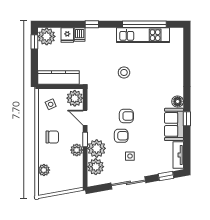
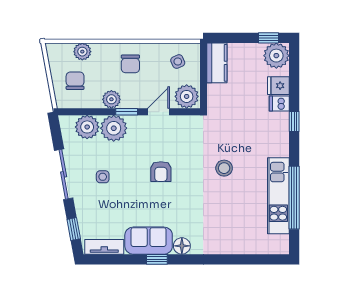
kitchen counter: (58, 77) -> (217, 63), width x0.67
armchair: (121, 136) -> (132, 164), removed
chair: (64, 175) -> (75, 81), added

